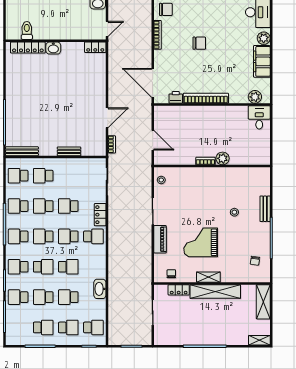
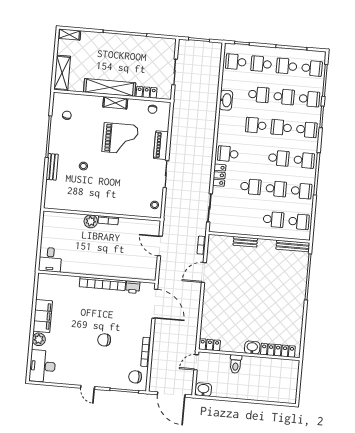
toilet: (27, 30) -> (236, 364), moved
plant: (255, 97) -> (53, 281), removed
school desk: (68, 236) -> (312, 68), moved

